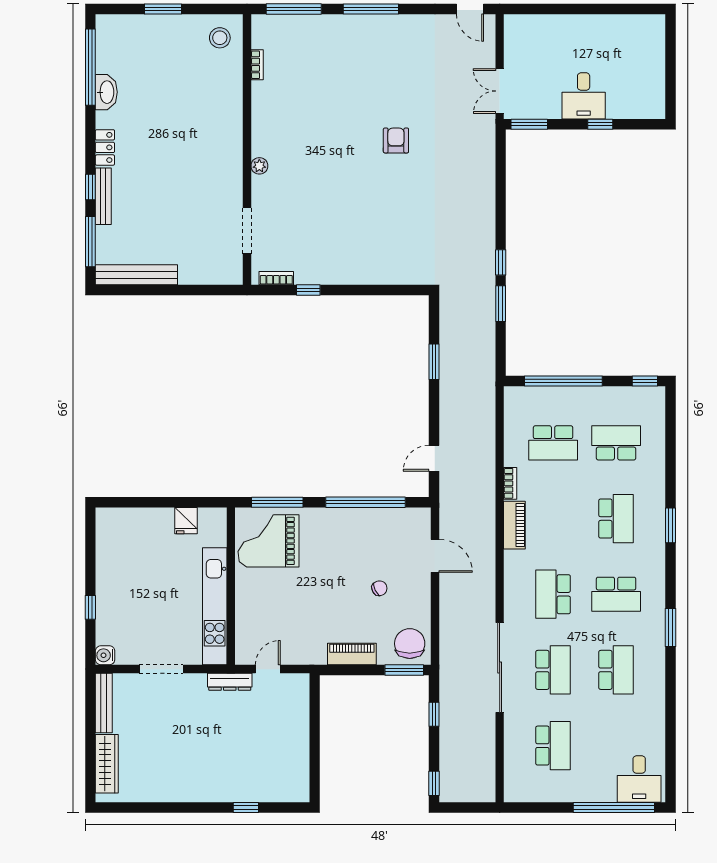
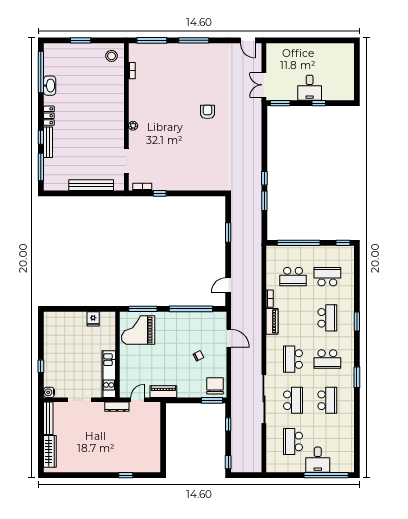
bench: (136, 275) -> (91, 185), moved
kitchen unit: (215, 606) -> (109, 374), width x0.73
piano: (352, 654) -> (163, 392), moved
school desk: (553, 746) -> (293, 441), turned 180
desk: (639, 779) -> (318, 460), moved

